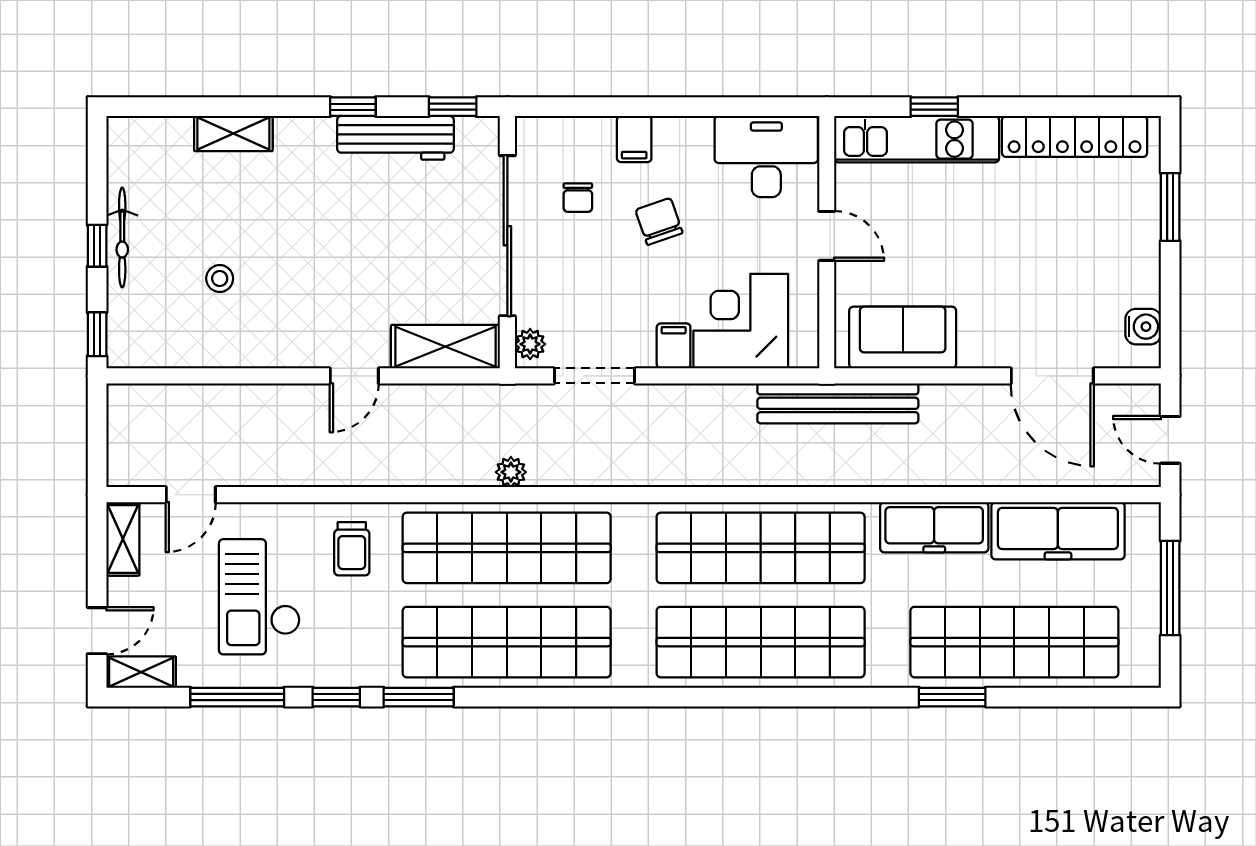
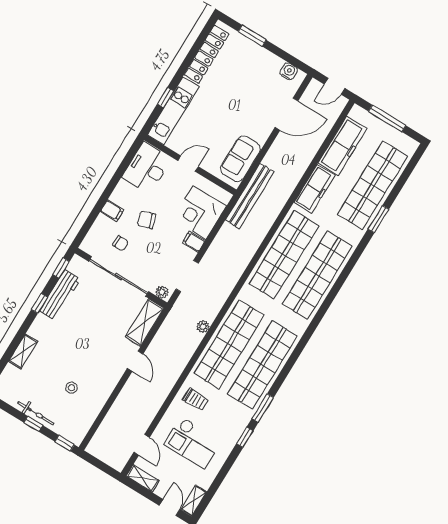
window: (237, 697) -> (223, 472), removed

